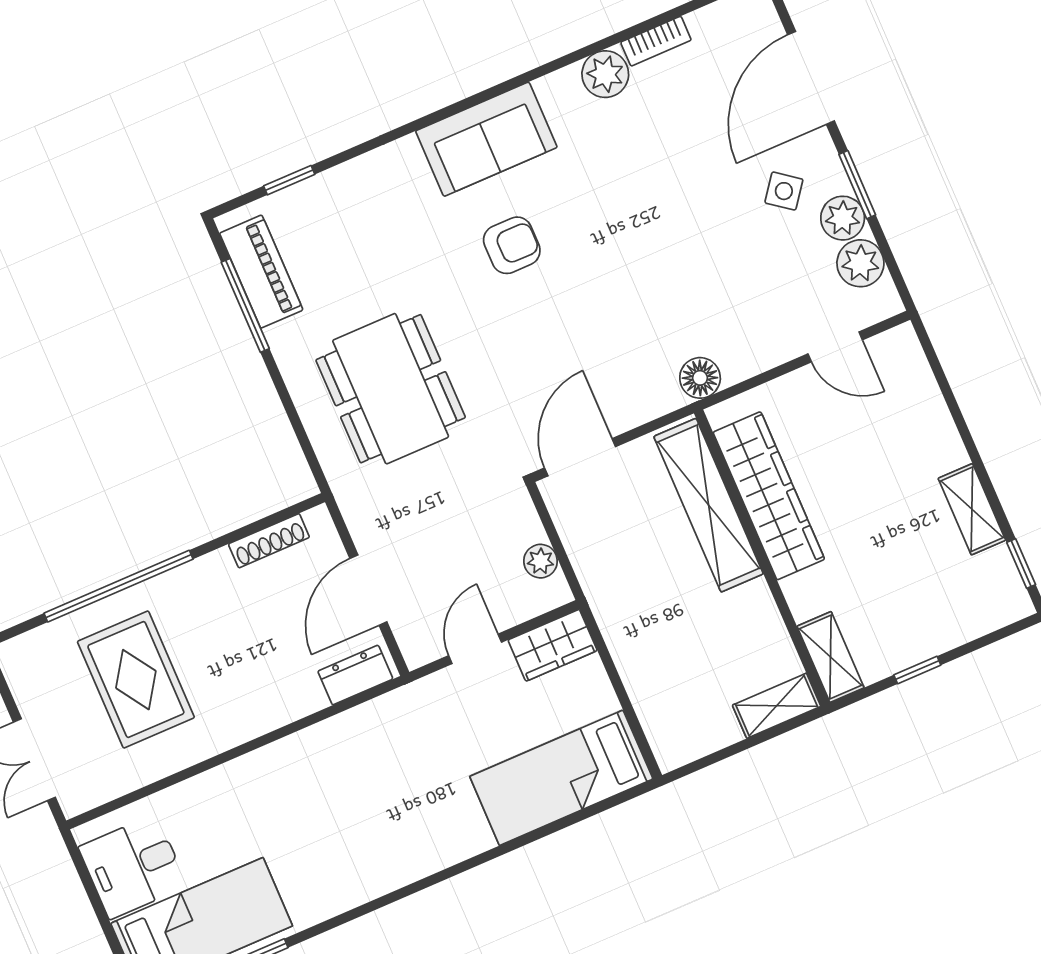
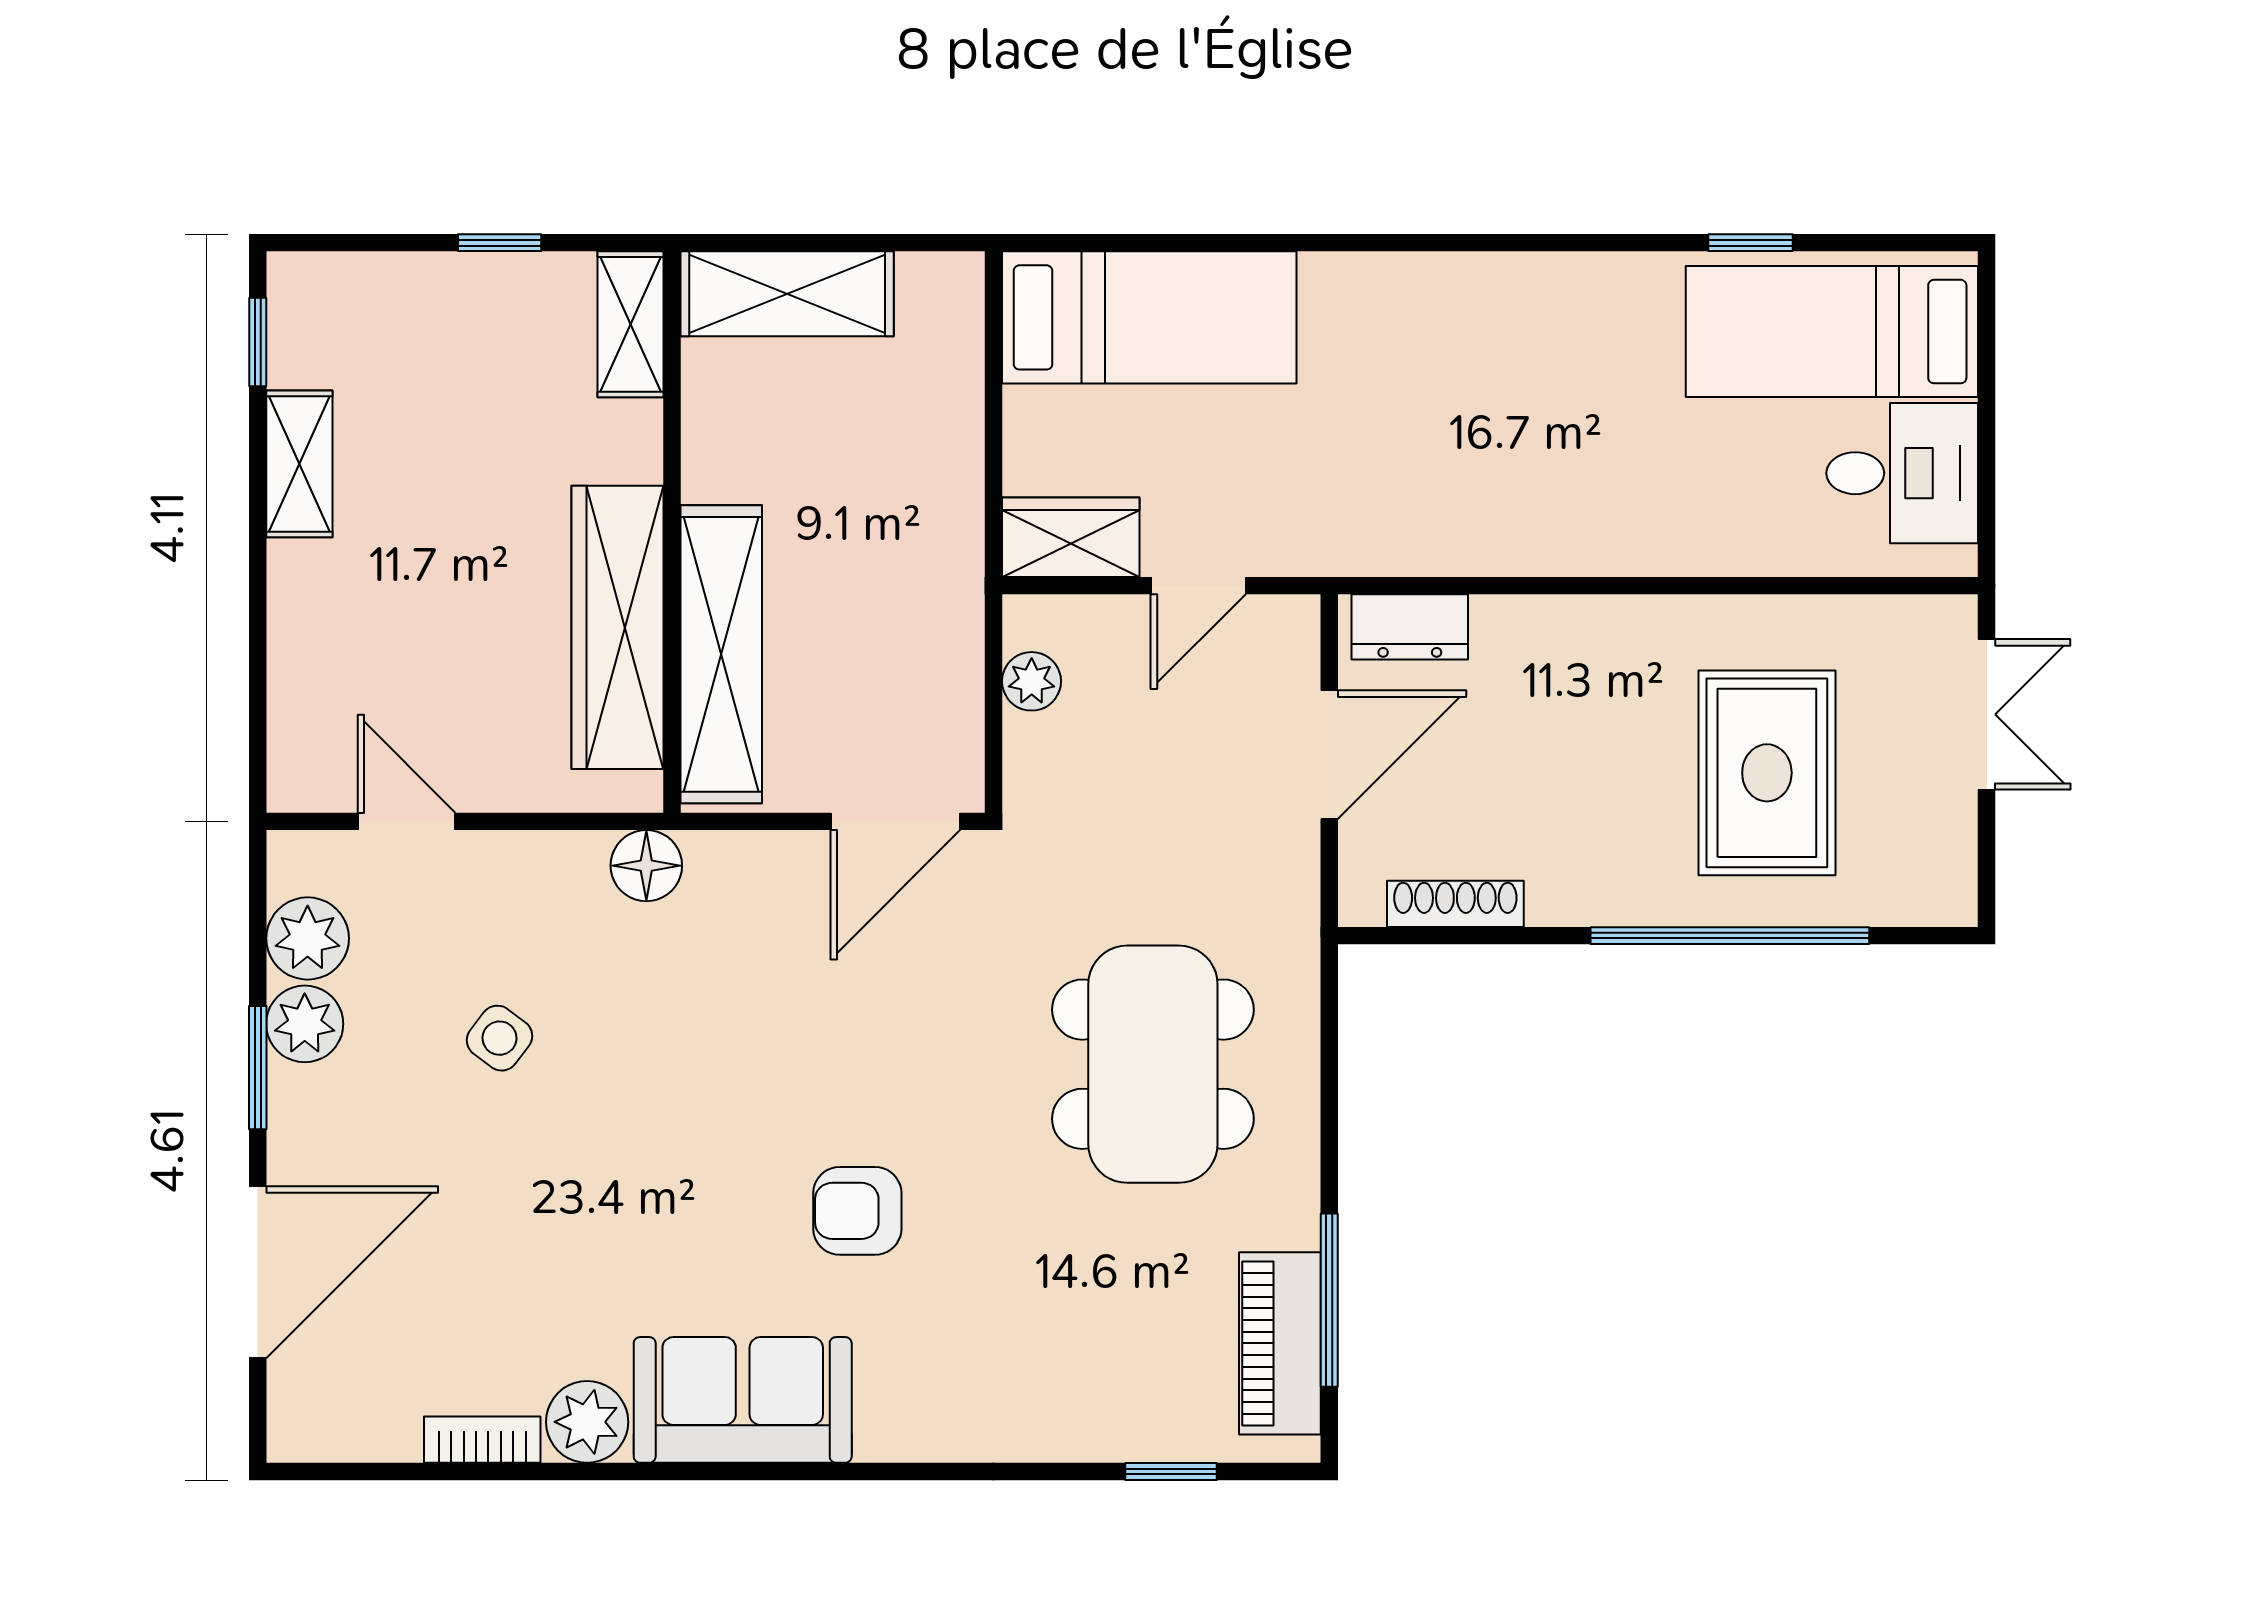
sofa: (486, 139) -> (743, 1400), moved
side table: (784, 191) -> (500, 1038), moved
shelving: (777, 706) -> (787, 294), width x1.50, depth x1.33

